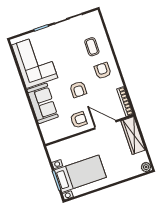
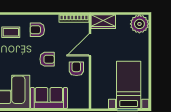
wardrobe: (133, 135) -> (103, 22), width x0.67
plant: (146, 167) -> (139, 24), width x1.88, depth x1.88

